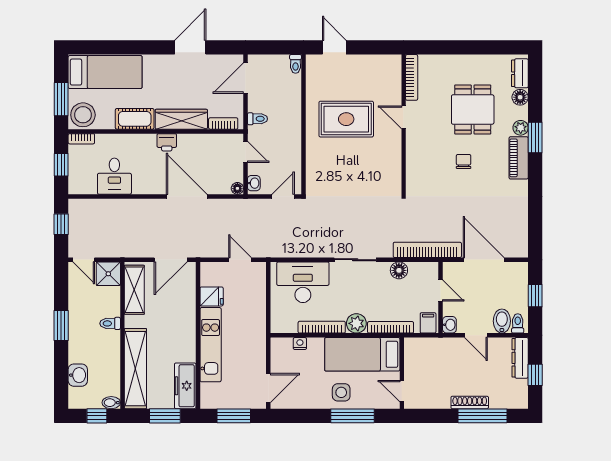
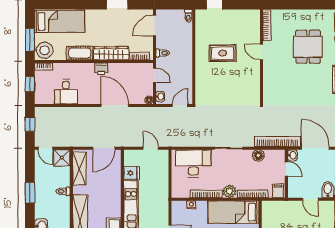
rug: (346, 119) -> (223, 53), width x0.73, depth x0.70
chair: (464, 161) -> (302, 82), removed
washbasin: (449, 325) -> (292, 155), moved

